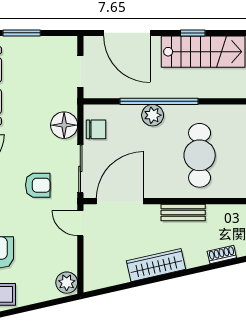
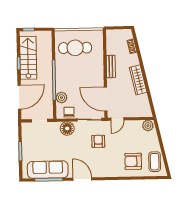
plant: (153, 115) -> (61, 98), moved
cafe table: (200, 155) -> (75, 48), moved

